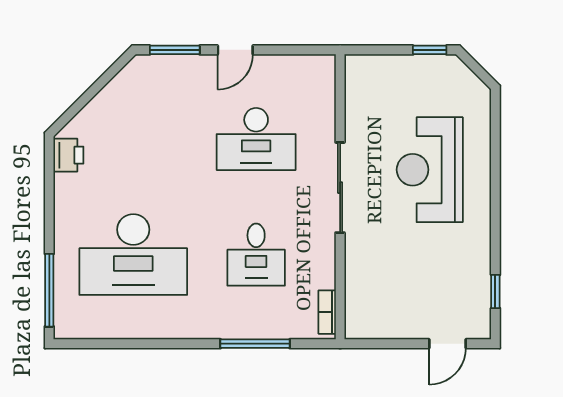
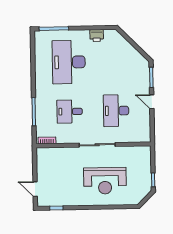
printer: (68, 155) -> (97, 36), moved
reception desk: (430, 170) -> (105, 181), turned 180

